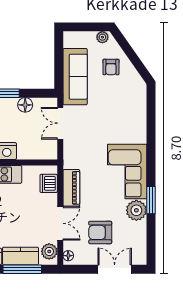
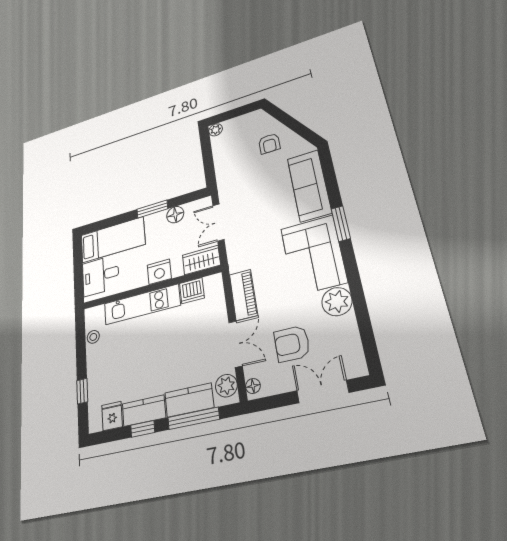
plant: (102, 37) -> (216, 130), moved
sofa: (75, 77) -> (309, 186), moved, turned 180
wardrobe: (42, 151) -> (201, 260), added
dishwasher: (49, 183) -> (192, 291), moved, turned -90
window: (151, 200) -> (341, 224), moved

